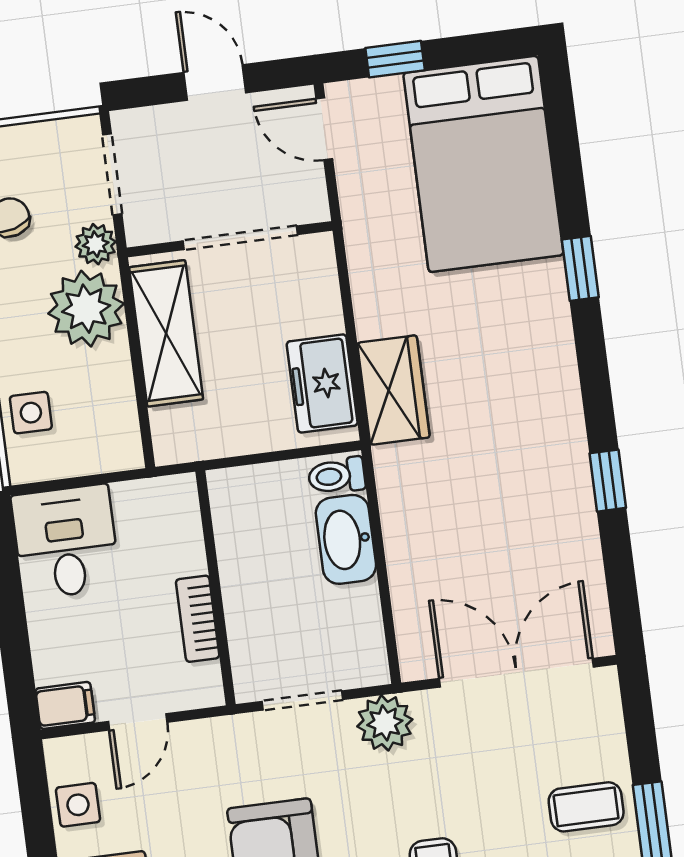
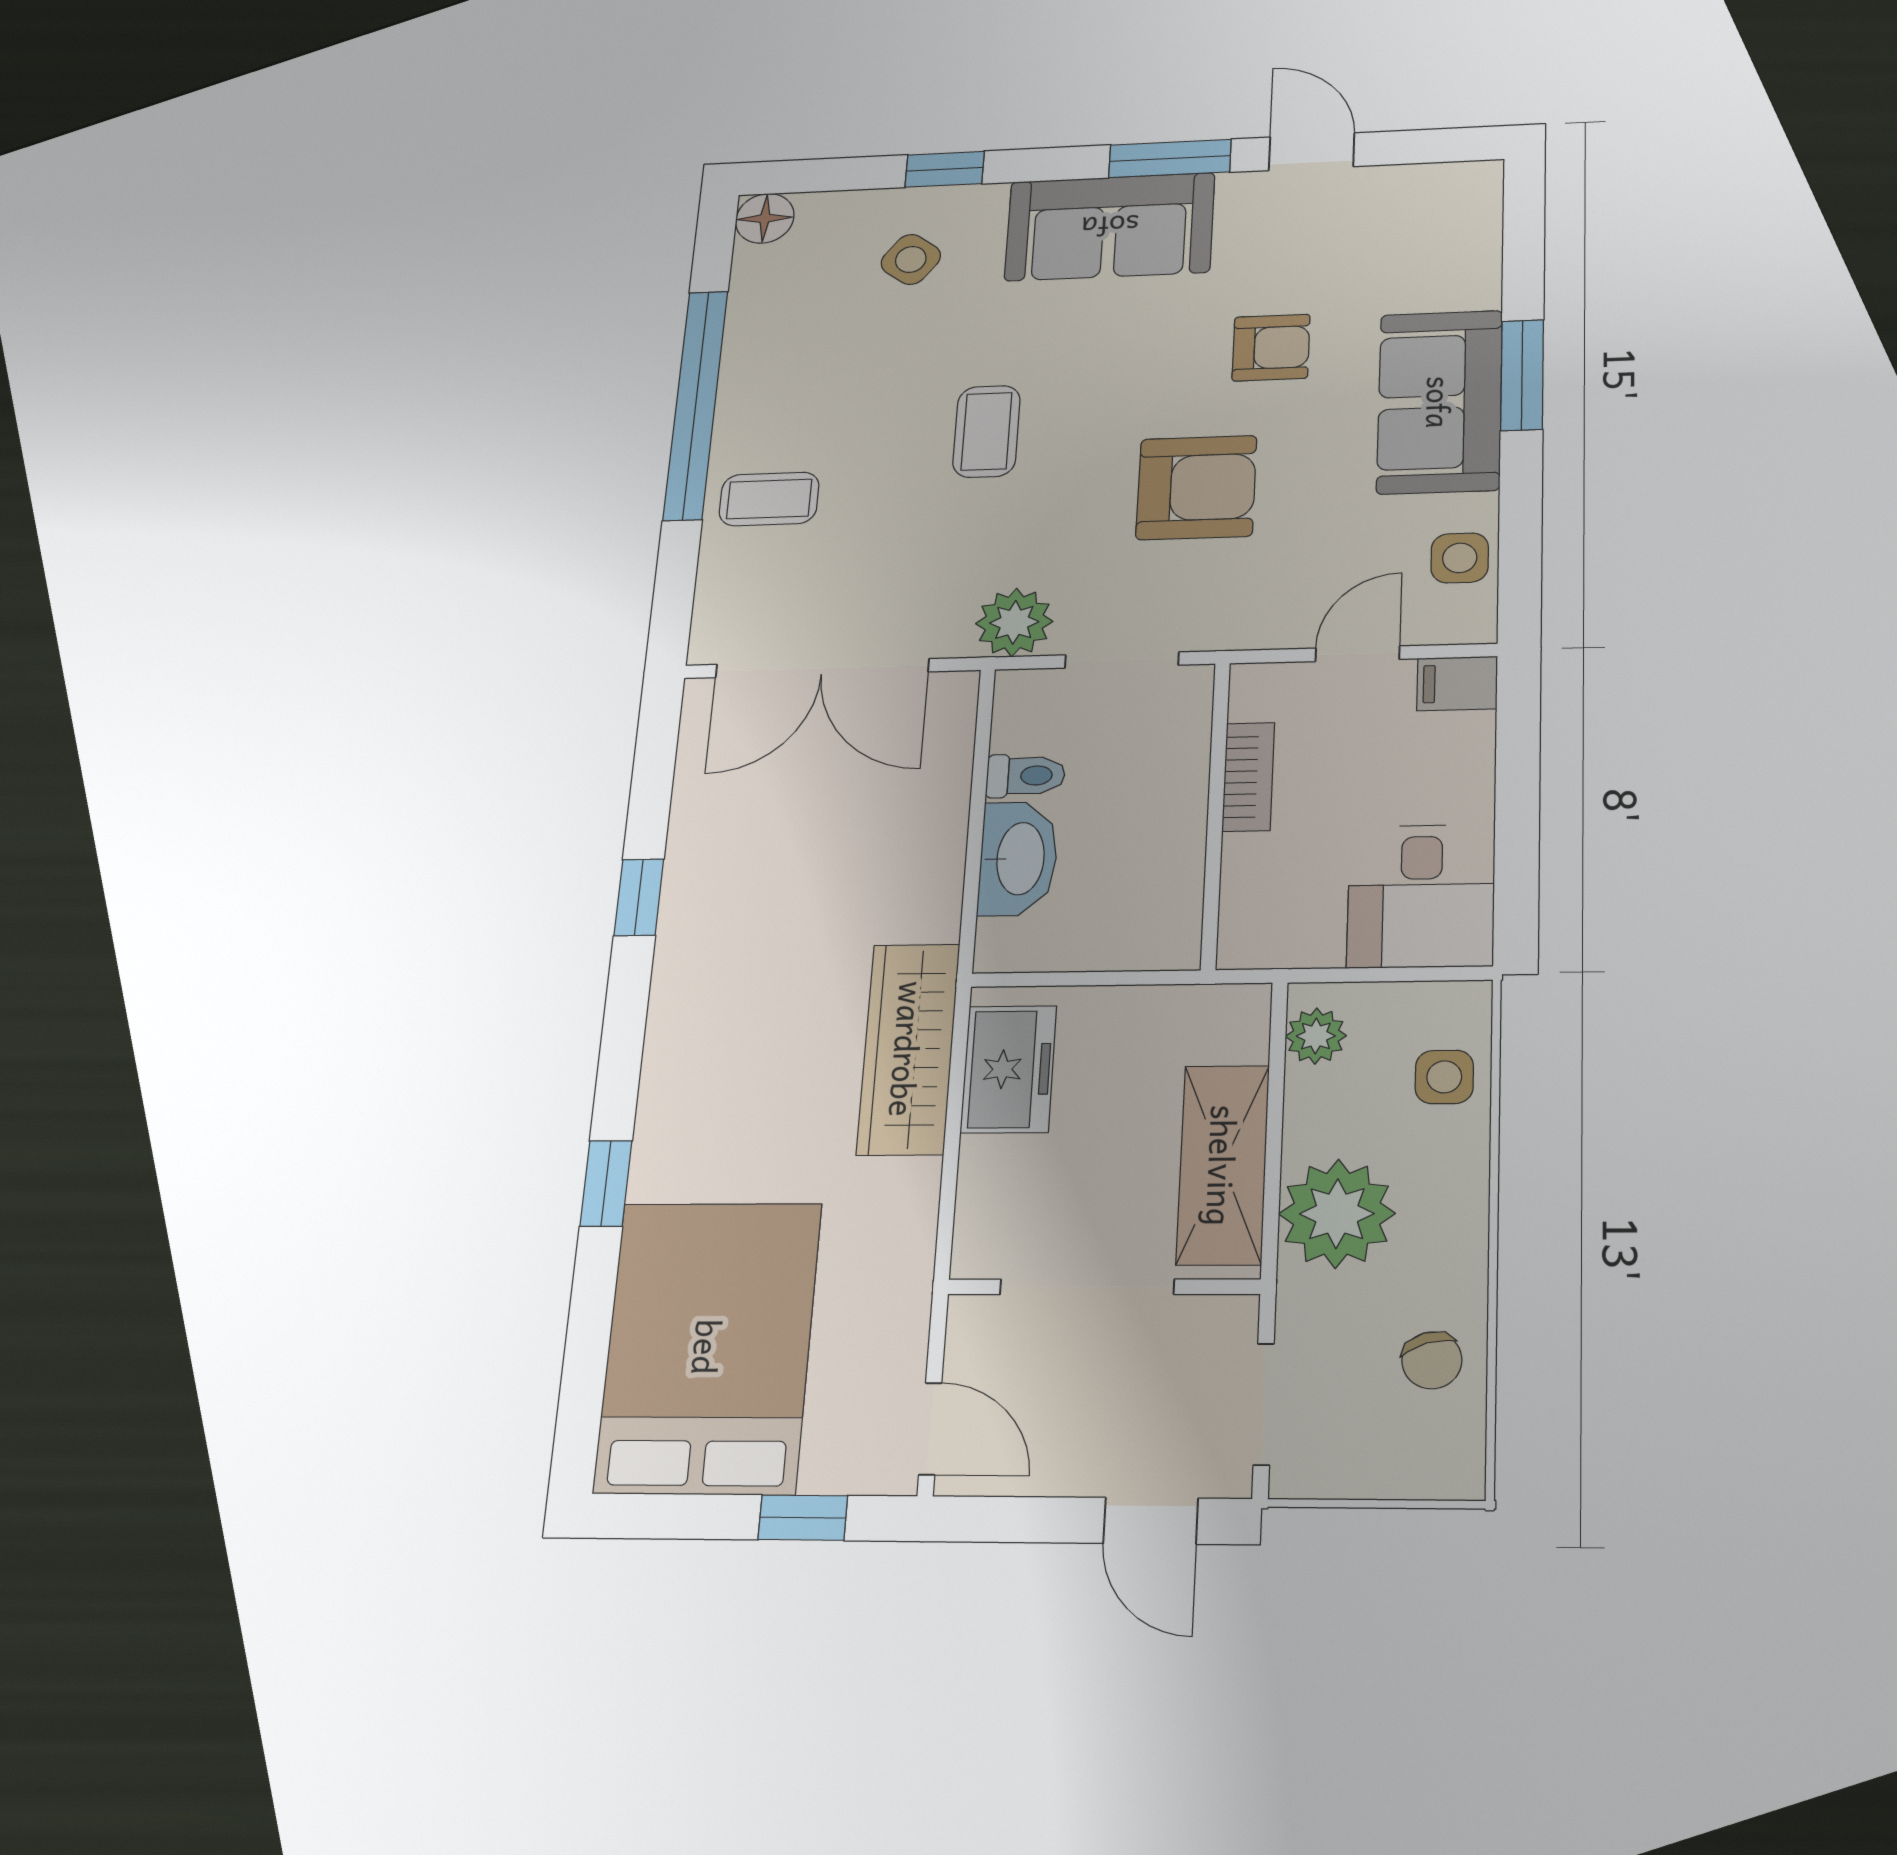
door: (215, 83) -> (1151, 1521), moved
plant: (96, 244) -> (1316, 1036), moved
wardrobe: (393, 390) -> (908, 1049), width x1.50
toilet: (337, 476) -> (1025, 776), moved

